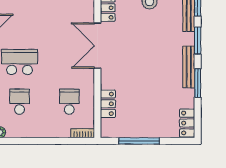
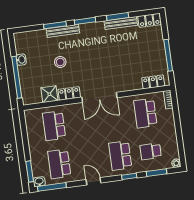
bench: (189, 67) -> (121, 23), moved
school desk: (69, 102) -> (145, 113), width x1.85
locker: (108, 104) -> (153, 82), moved

